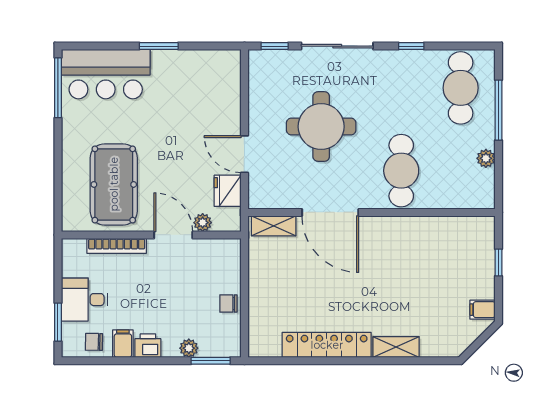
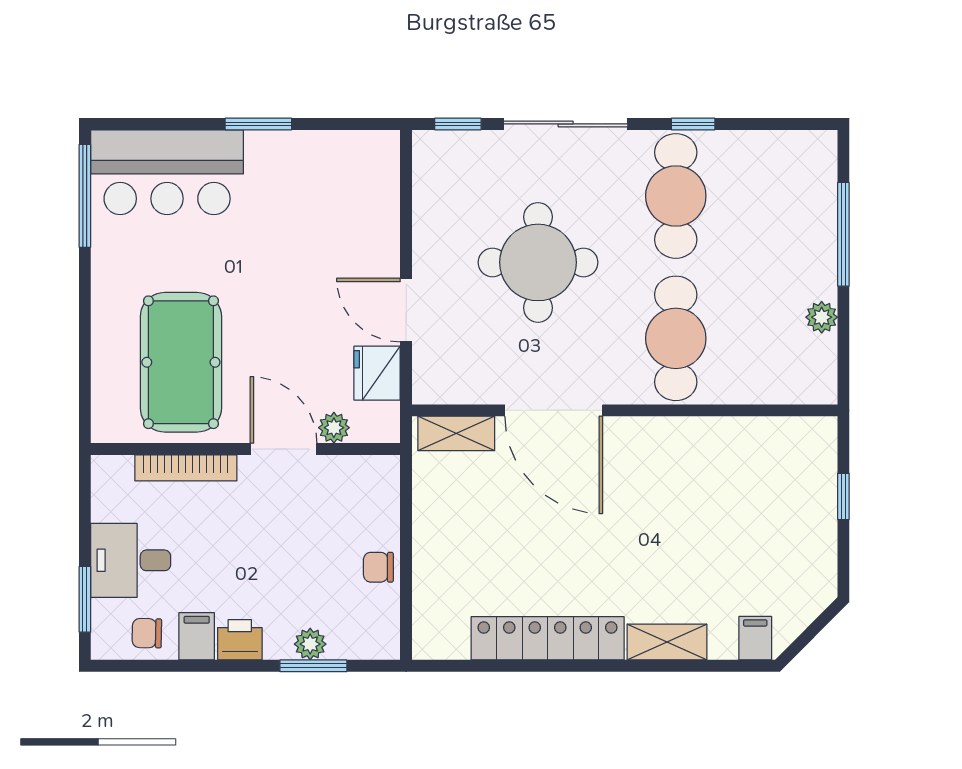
cafe table: (461, 88) -> (676, 196), moved
filing cabinet: (483, 310) -> (755, 638), moved, turned 90
window: (211, 361) -> (313, 666), moved

